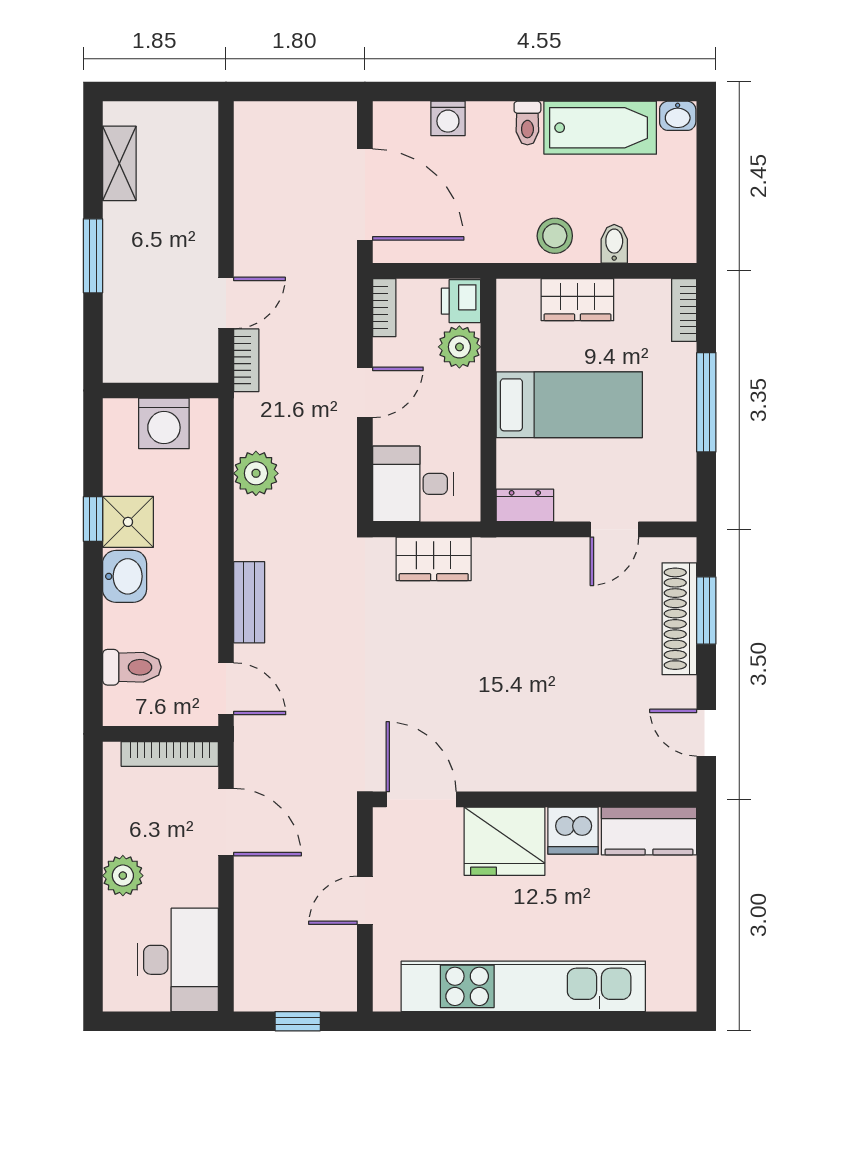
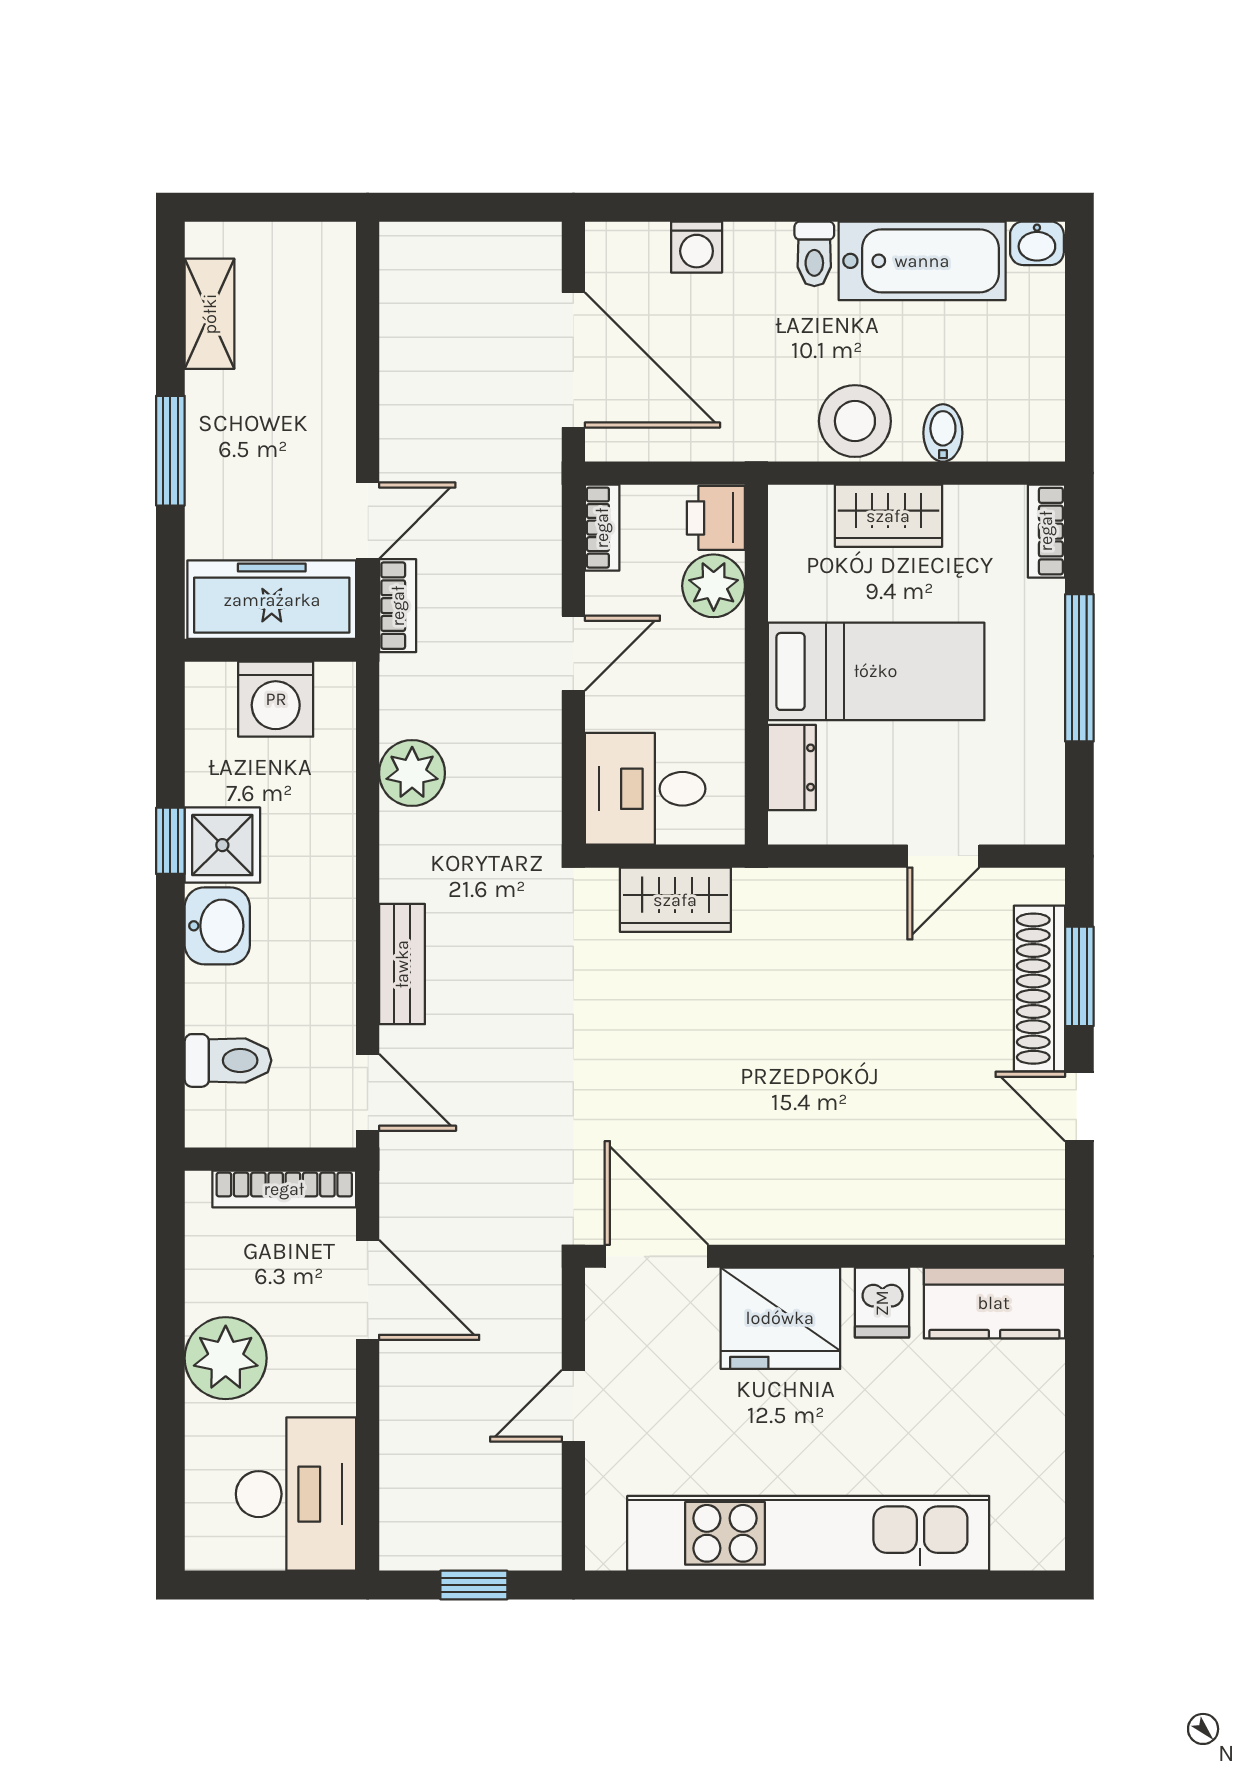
stool: (555, 236) -> (855, 421), width x1.38, depth x1.38
freezer: (161, 356) -> (272, 600), added
dresser: (525, 505) -> (792, 768), moved, turned 90
door: (706, 733) -> (1079, 1106), moved
dishwasher: (573, 831) -> (882, 1303), width x0.73
plant: (123, 876) -> (226, 1358), width x1.36, depth x1.36

